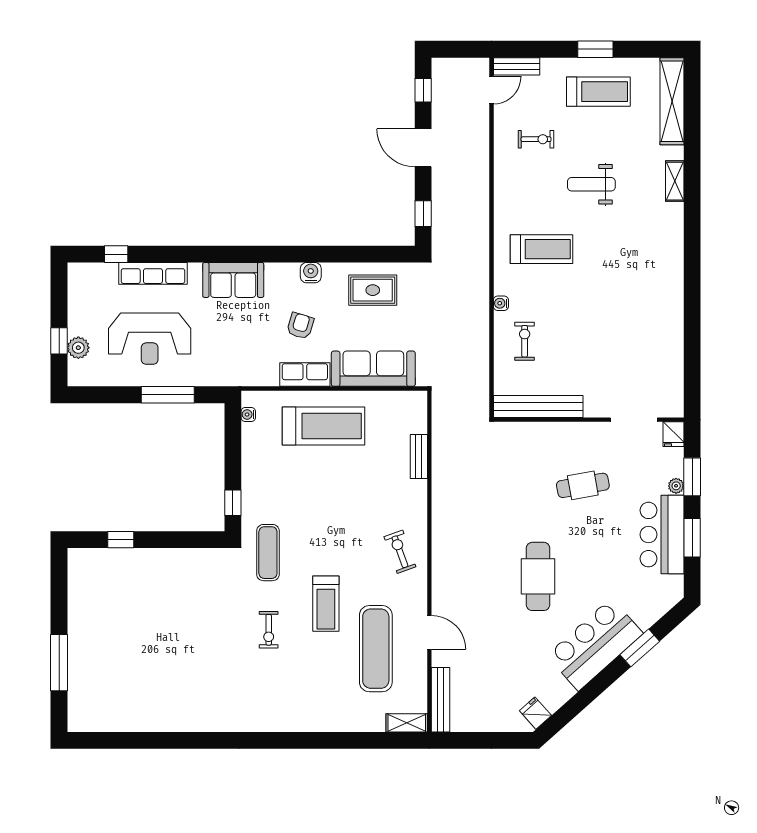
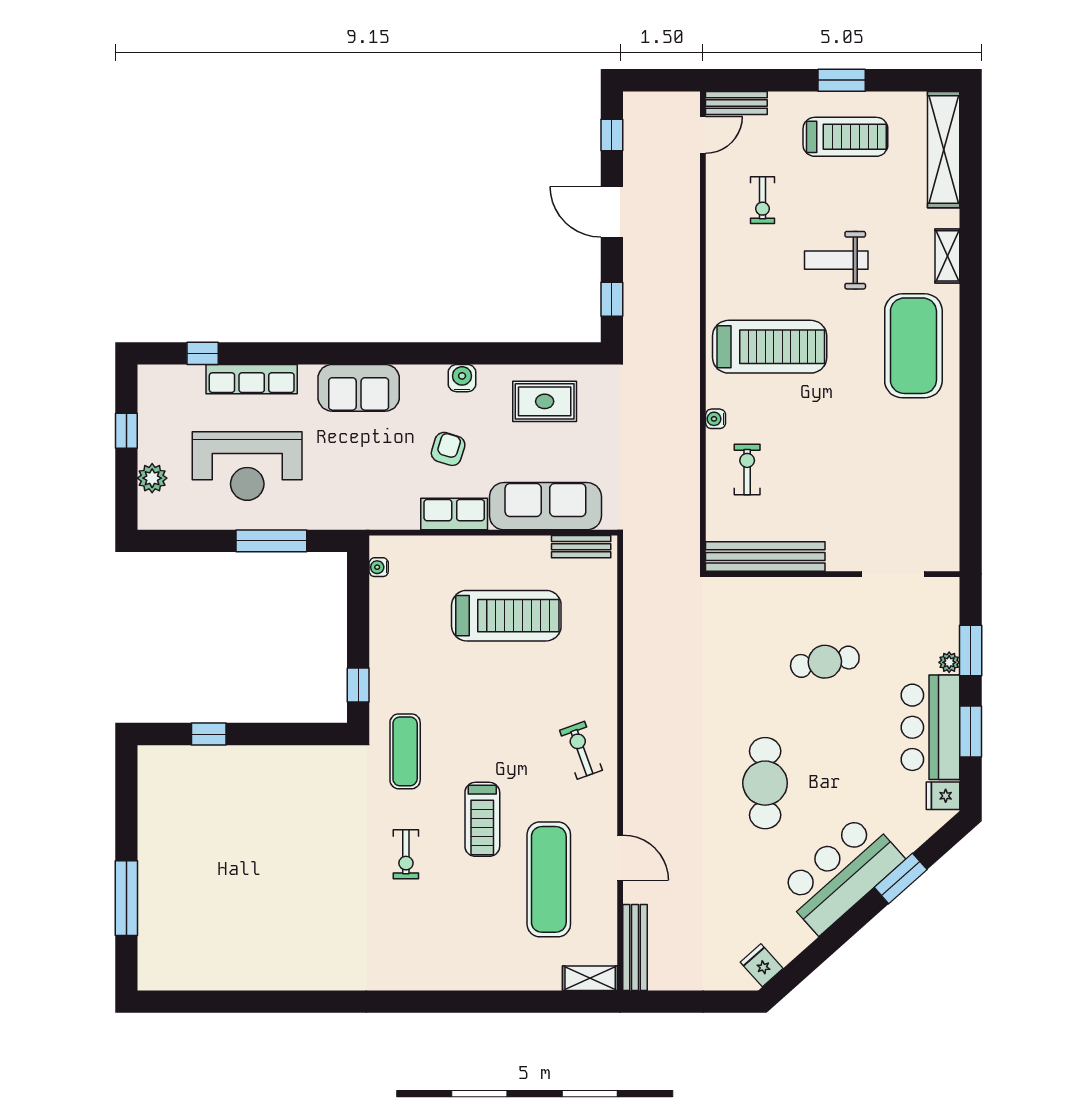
exercise bike: (536, 139) -> (762, 200), turned 90
exercise mat: (649, 248) -> (913, 346), added
treadmill: (541, 249) -> (770, 347), width x1.37, depth x1.38
window: (59, 341) -> (126, 431), moved
treadmill: (323, 426) -> (506, 616), moved
fridge: (673, 434) -> (943, 796), moved, turned 90
bench: (419, 456) -> (581, 547), moved, turned 90

